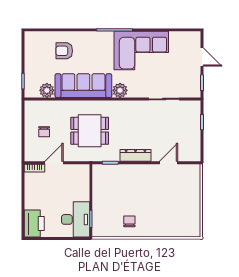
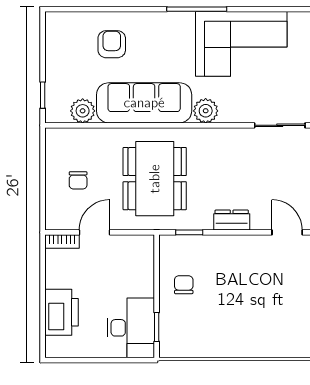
armchair: (64, 51) -> (112, 44), turned 90
dining table: (90, 131) -> (155, 179), width x1.38
dresser: (135, 155) -> (232, 220), width x0.70
door: (168, 163) -> (287, 232), hinge flipped
chair: (129, 221) -> (184, 285), moved
printer: (34, 224) -> (62, 312), moved

